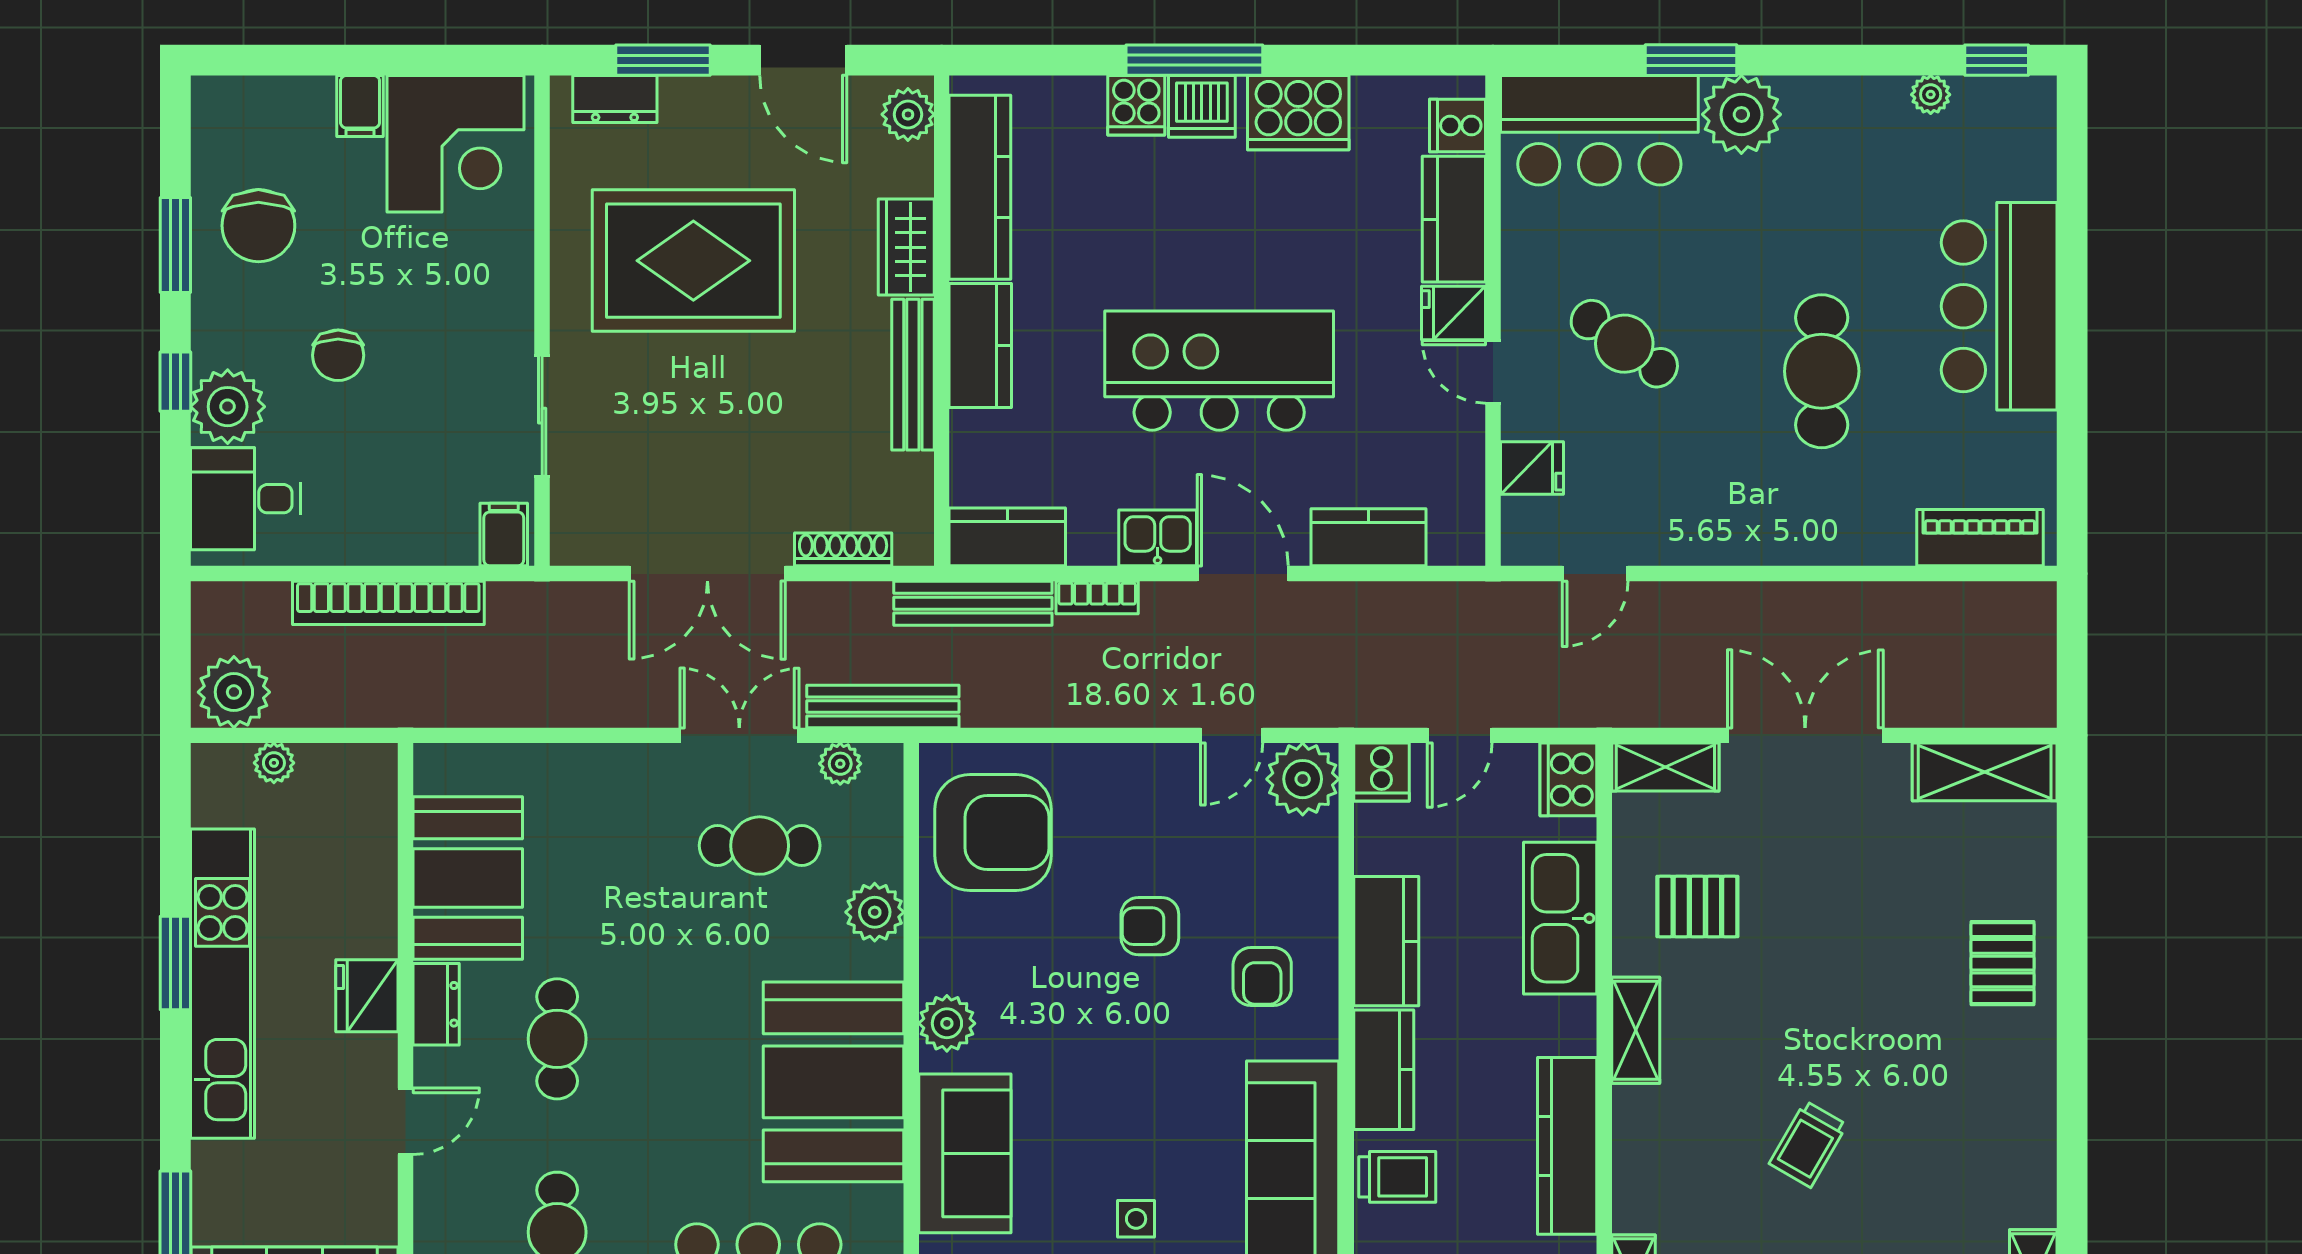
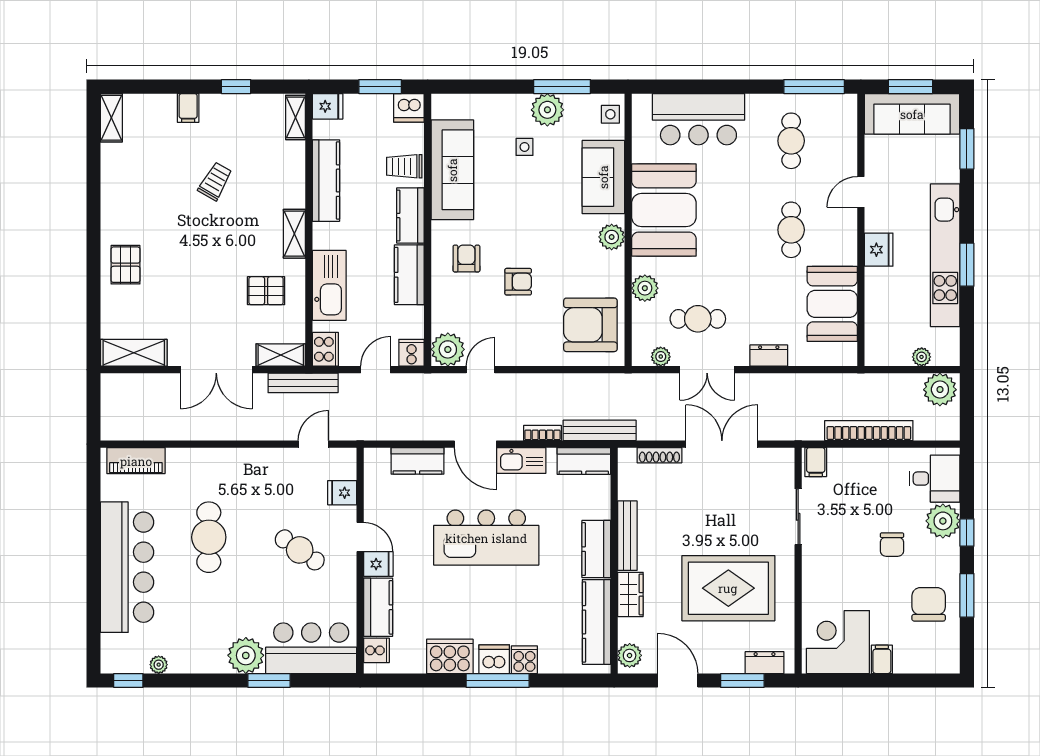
bar counter: (1999, 306) -> (127, 567), width x1.36
chair: (338, 355) -> (892, 545), turned 180
kitchen sink: (1158, 538) -> (521, 461), width x1.38
bench: (883, 707) -> (303, 383), moved
dresser: (436, 1004) -> (769, 355), moved, turned 90

